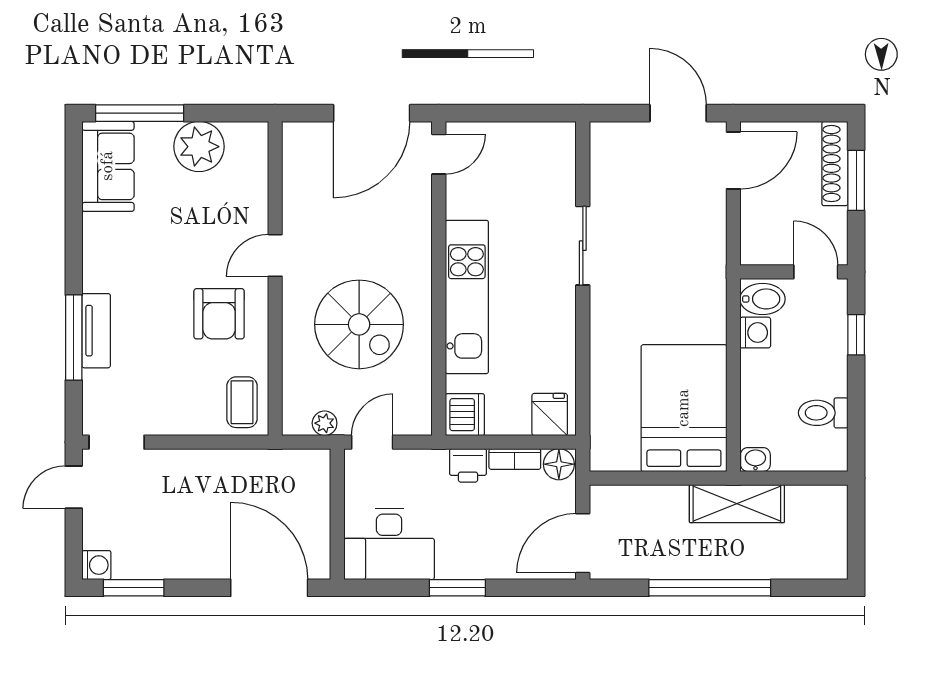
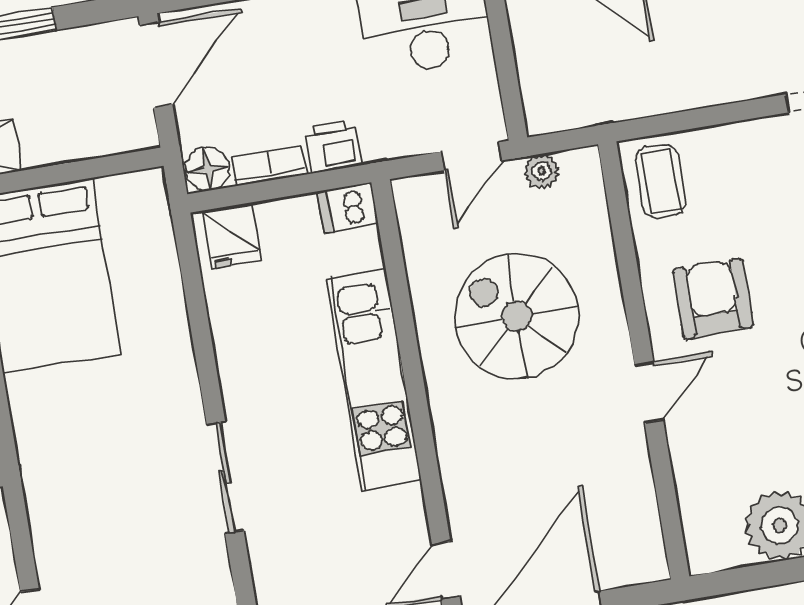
dishwasher: (465, 415) -> (348, 208), width x0.73

